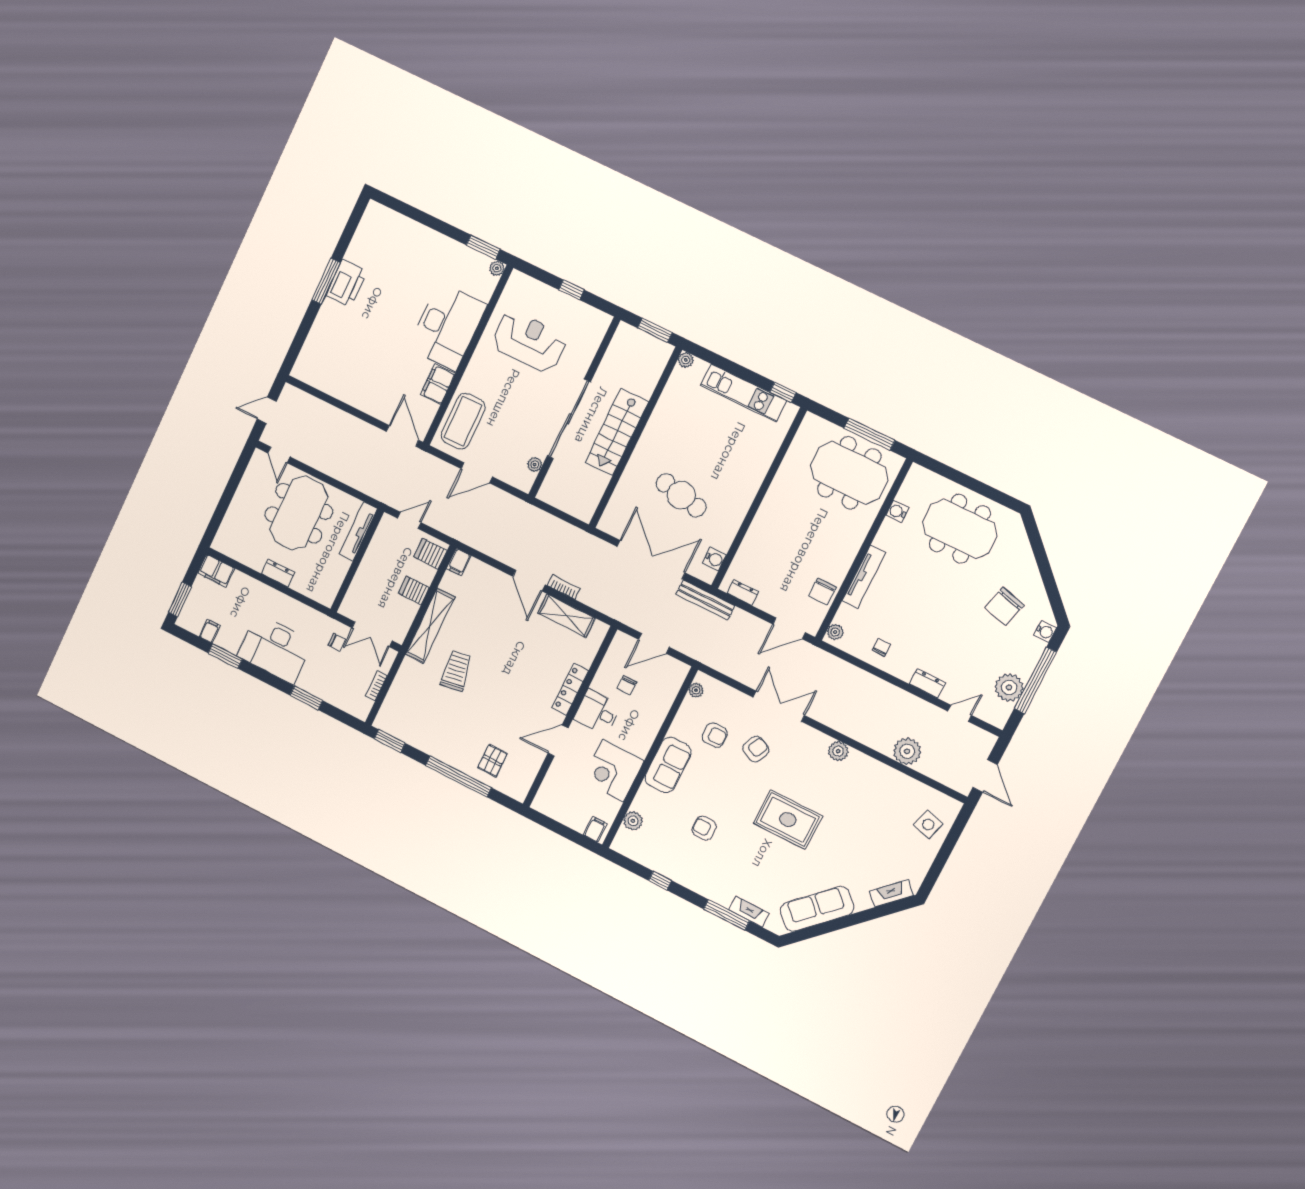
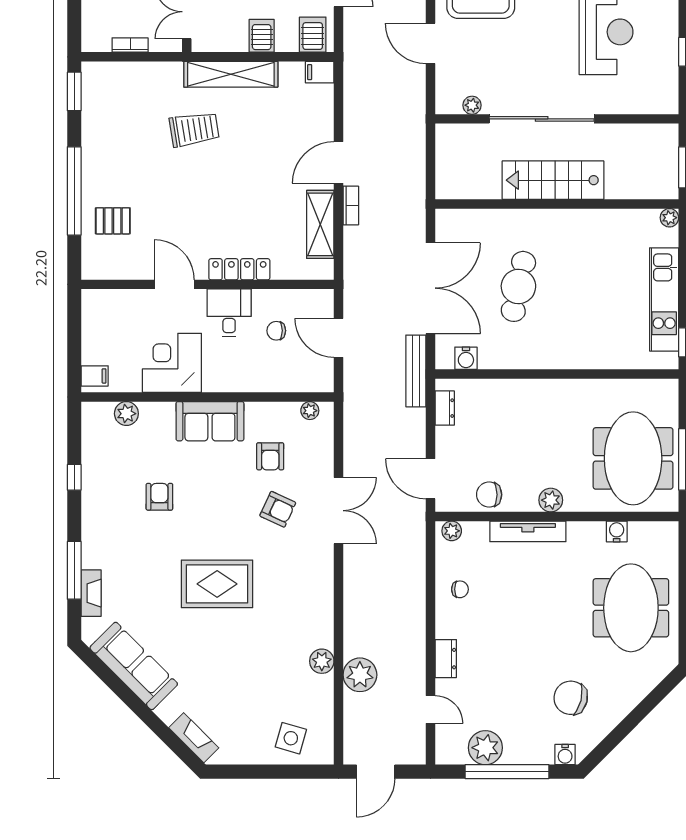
plant: (849, 549) -> (551, 500), added
plant: (838, 751) -> (322, 661), moved
rug: (788, 820) -> (217, 584), turned 90

